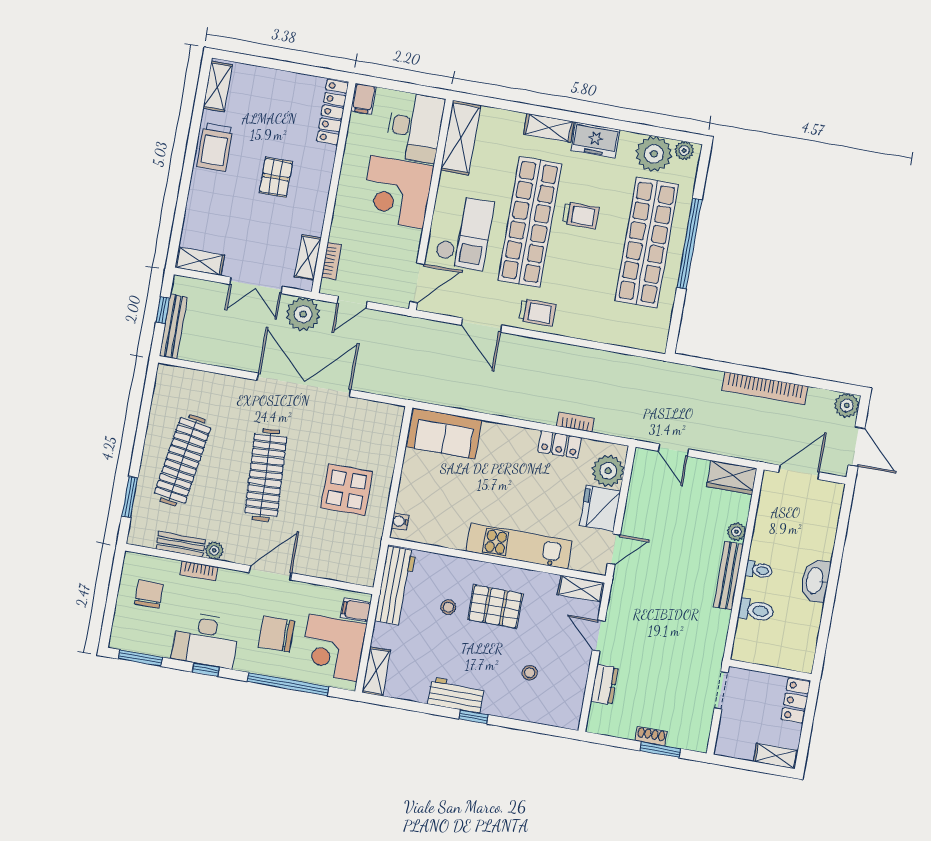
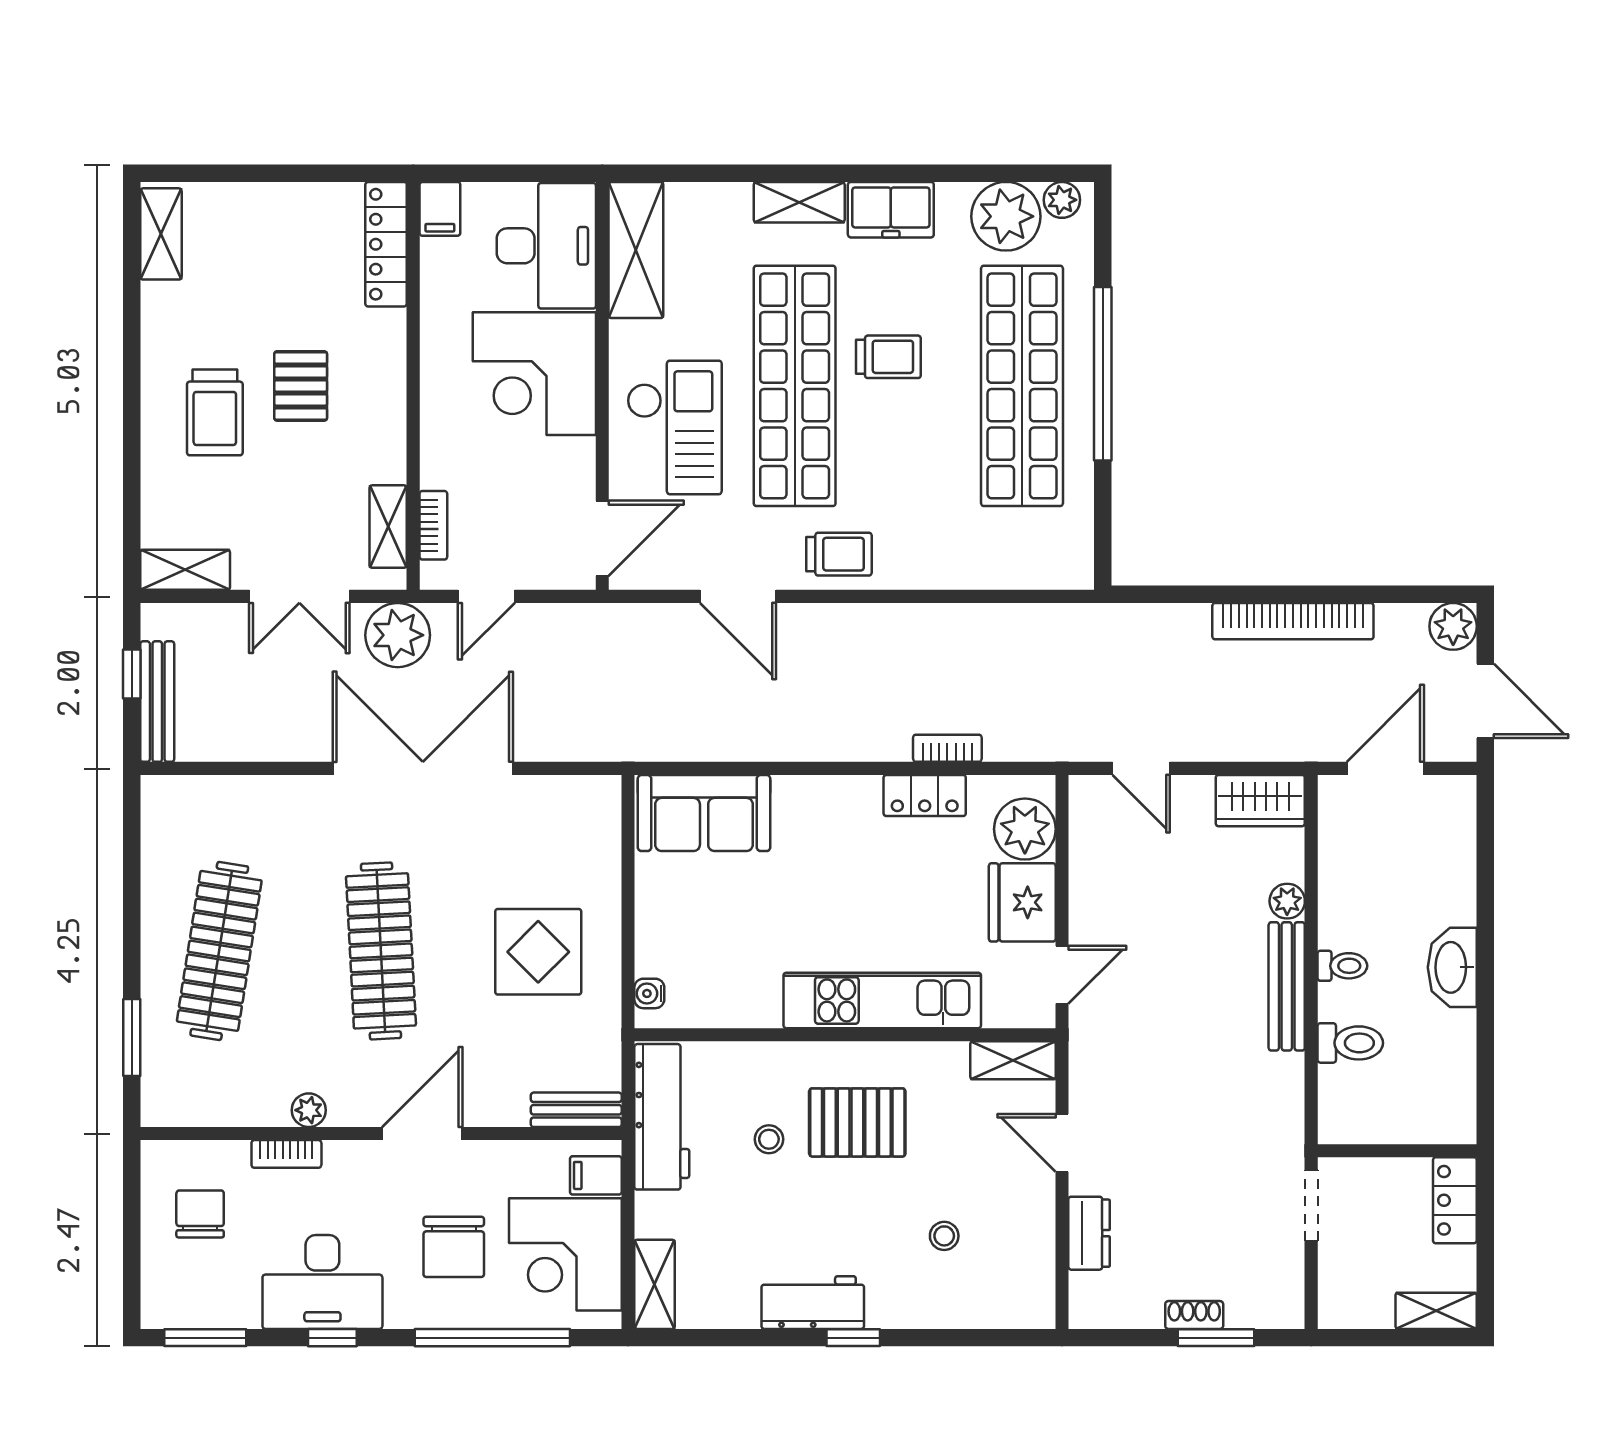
trolley: (215, 147) -> (215, 412), moved
bench: (180, 544) -> (576, 1110), moved
chair: (276, 634) -> (454, 1247), turned -90

